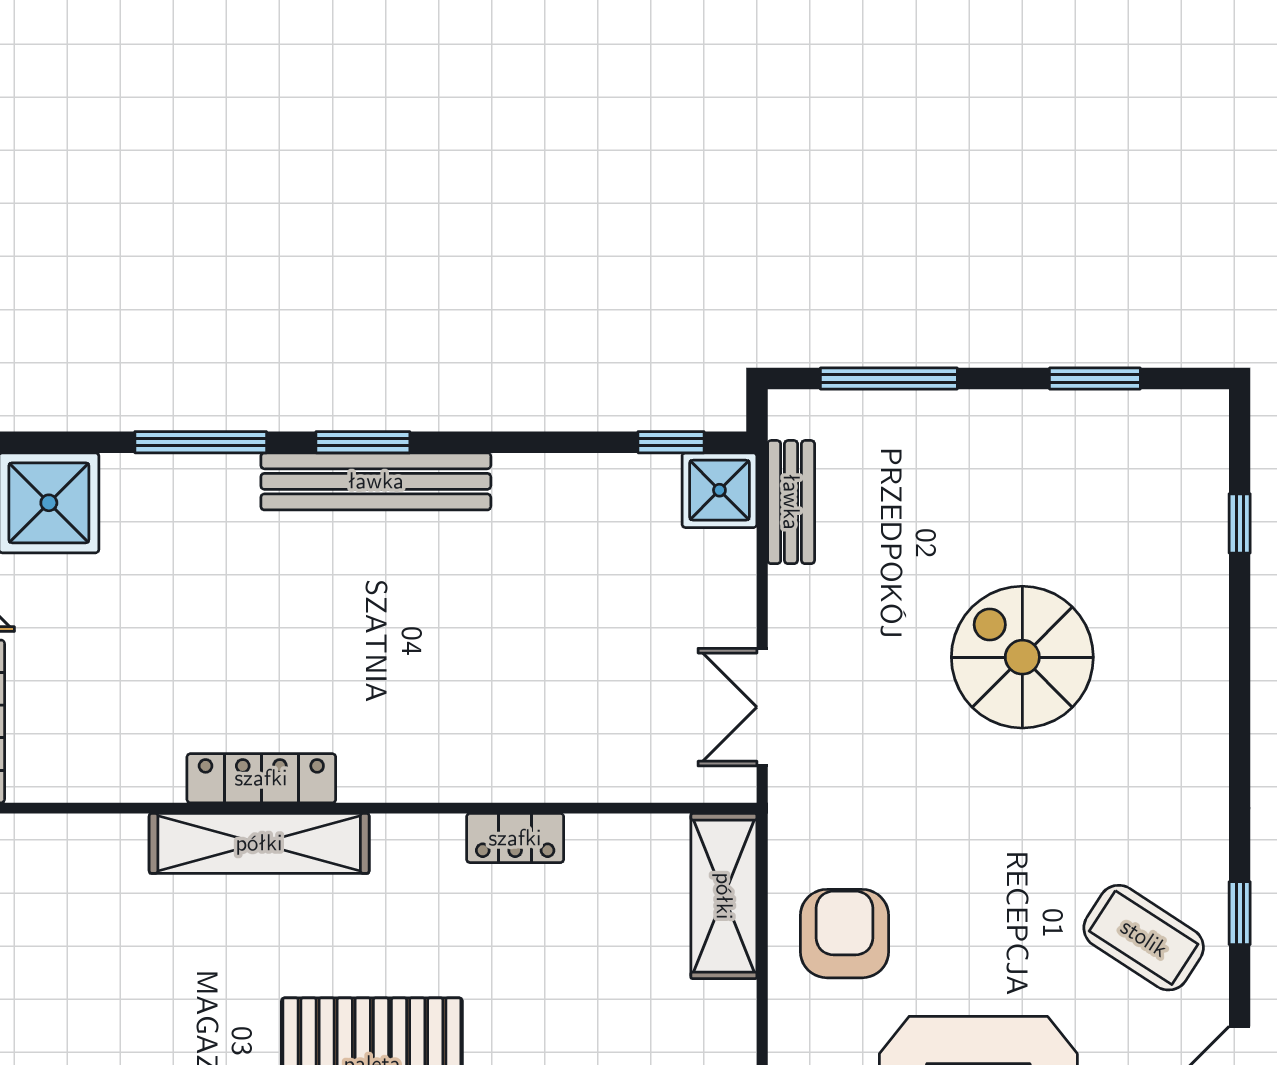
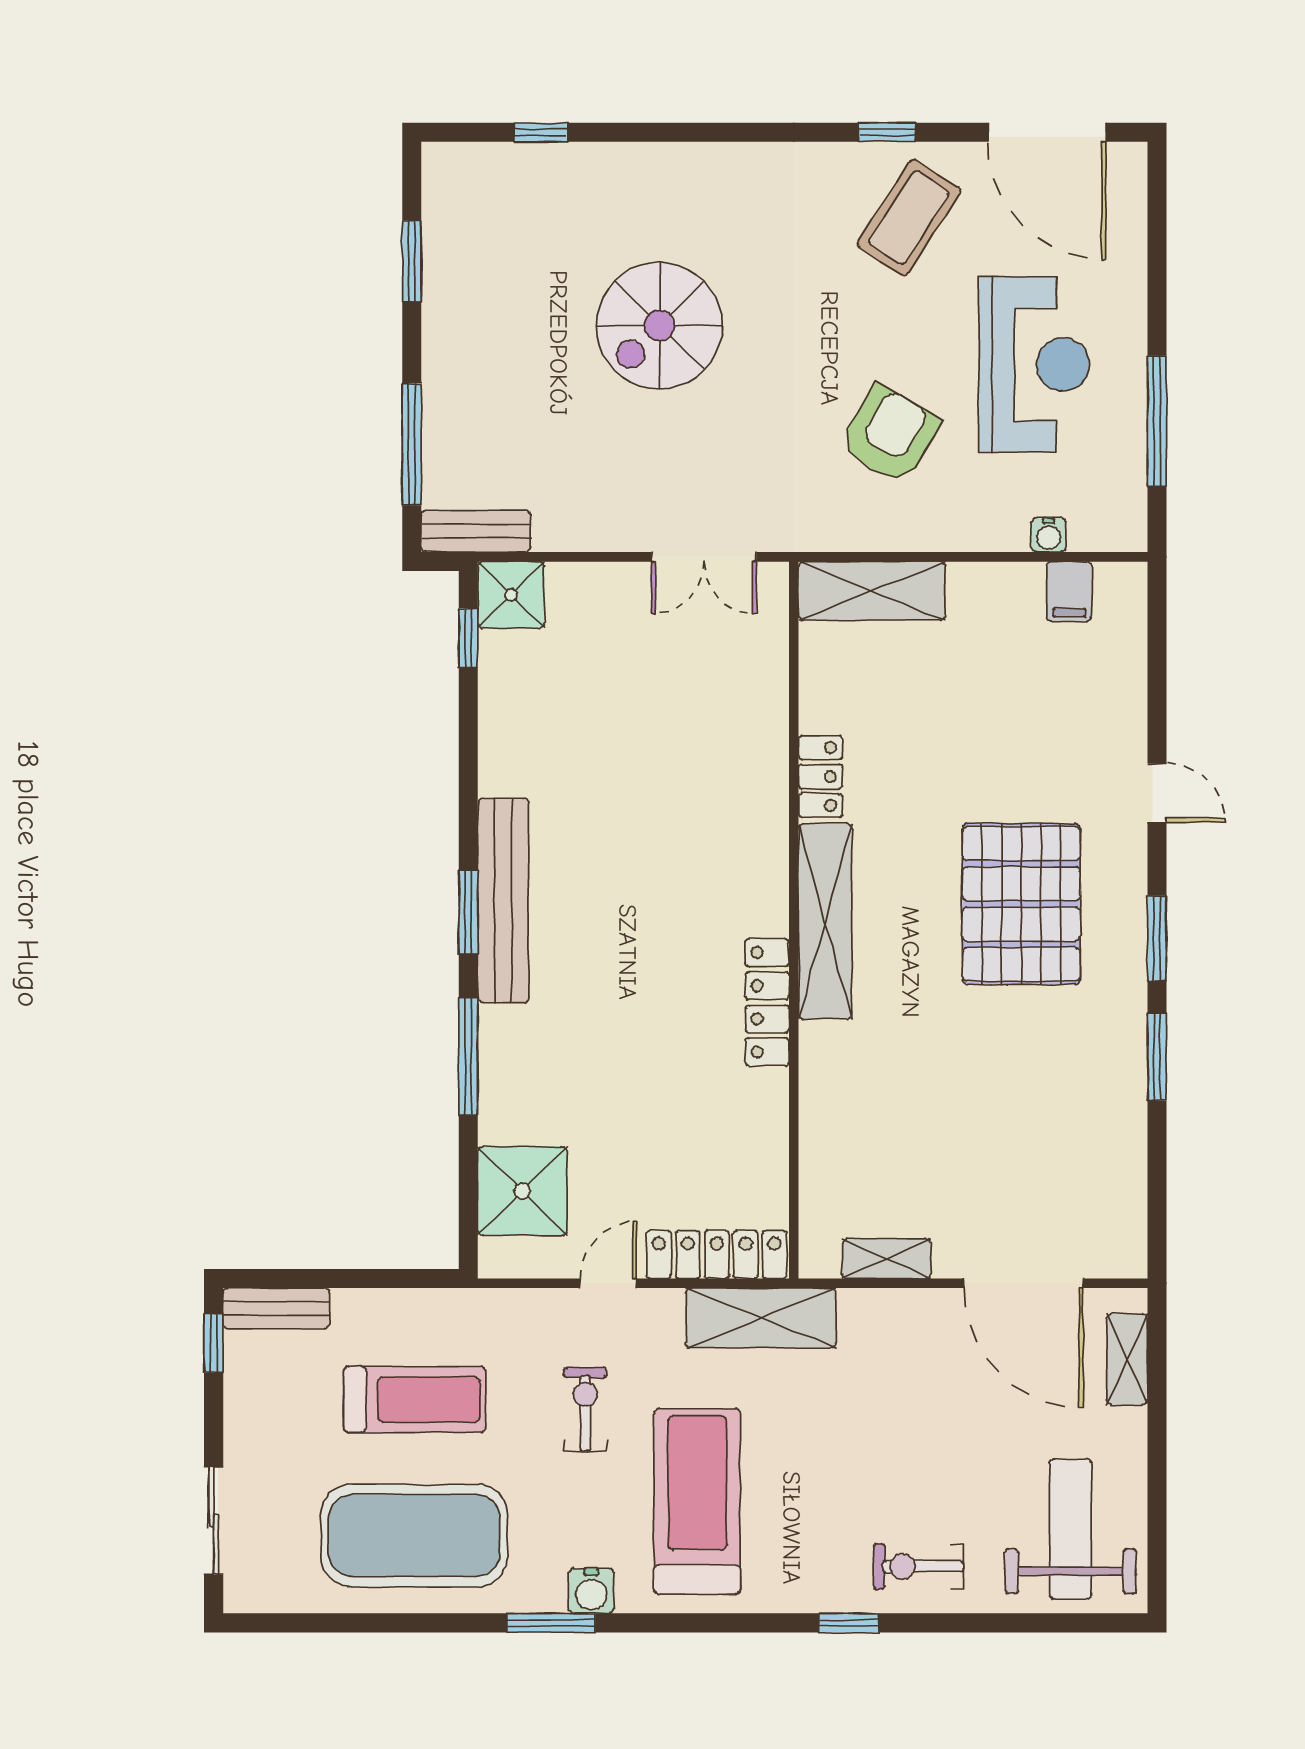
bench: (791, 502) -> (476, 531), moved
shelving: (259, 843) -> (825, 921), moved
armchair: (845, 934) -> (890, 434), moved, turned 120

